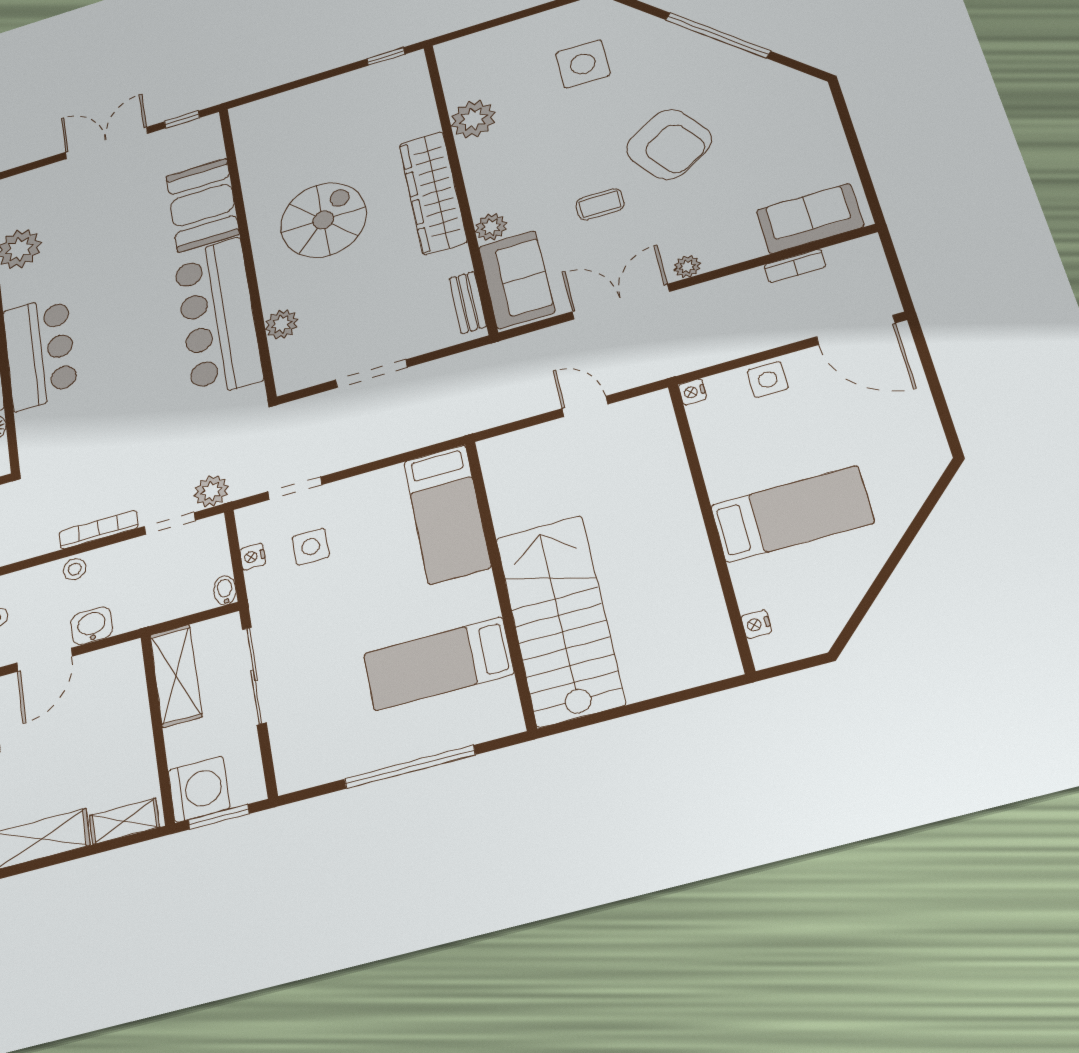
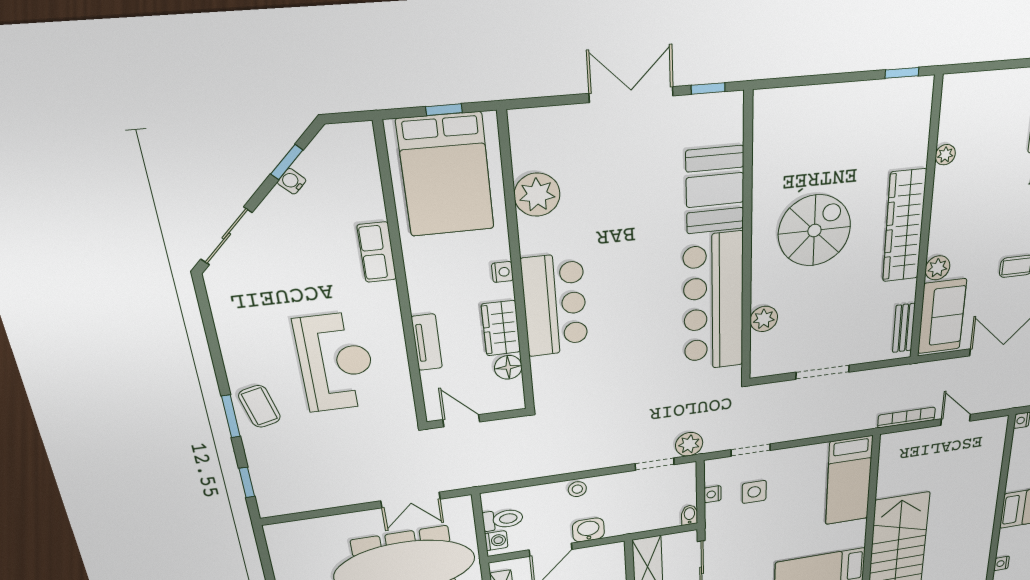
plant: (473, 119) -> (945, 155), width x0.53, depth x0.53
bookcase: (99, 530) -> (906, 418), moved

